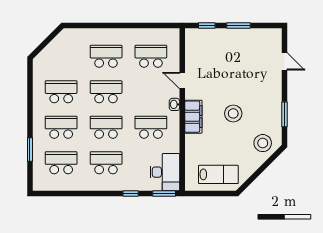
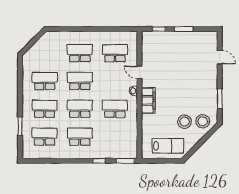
stool: (233, 113) -> (185, 122), moved
desk: (165, 172) -> (126, 144), removed

